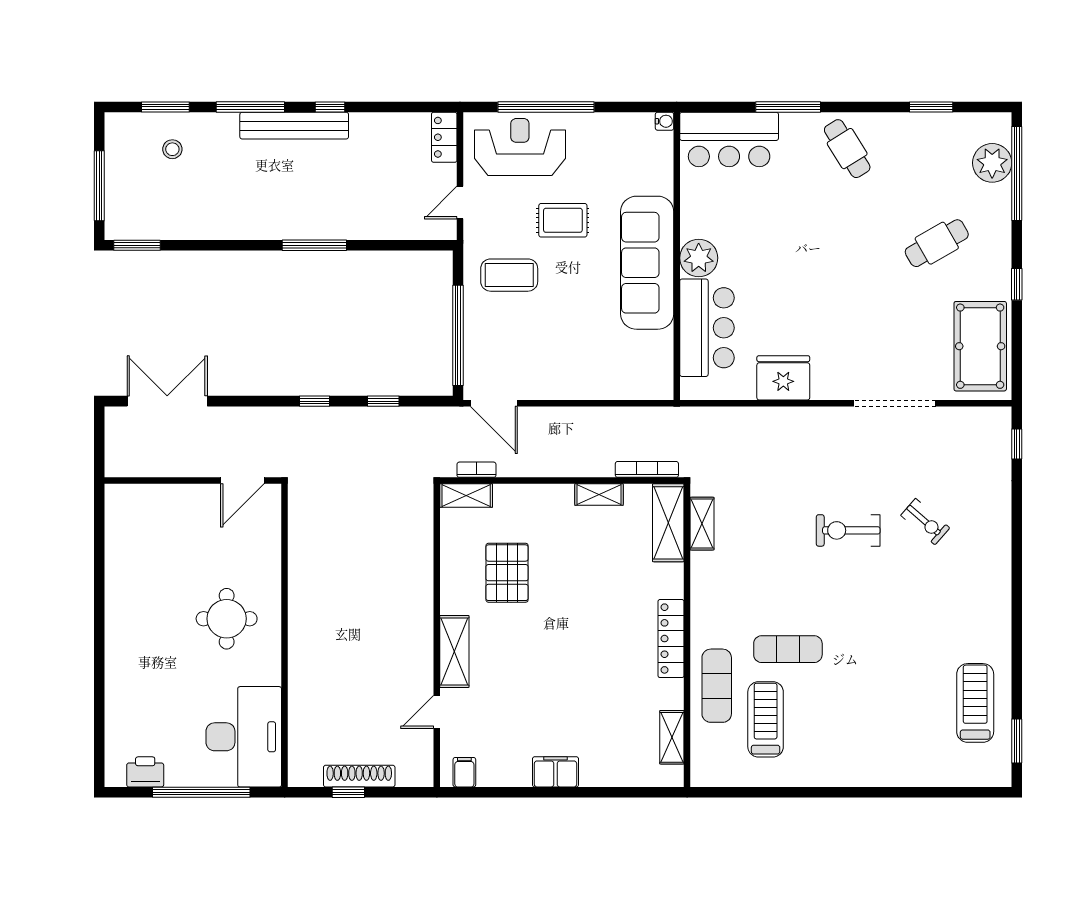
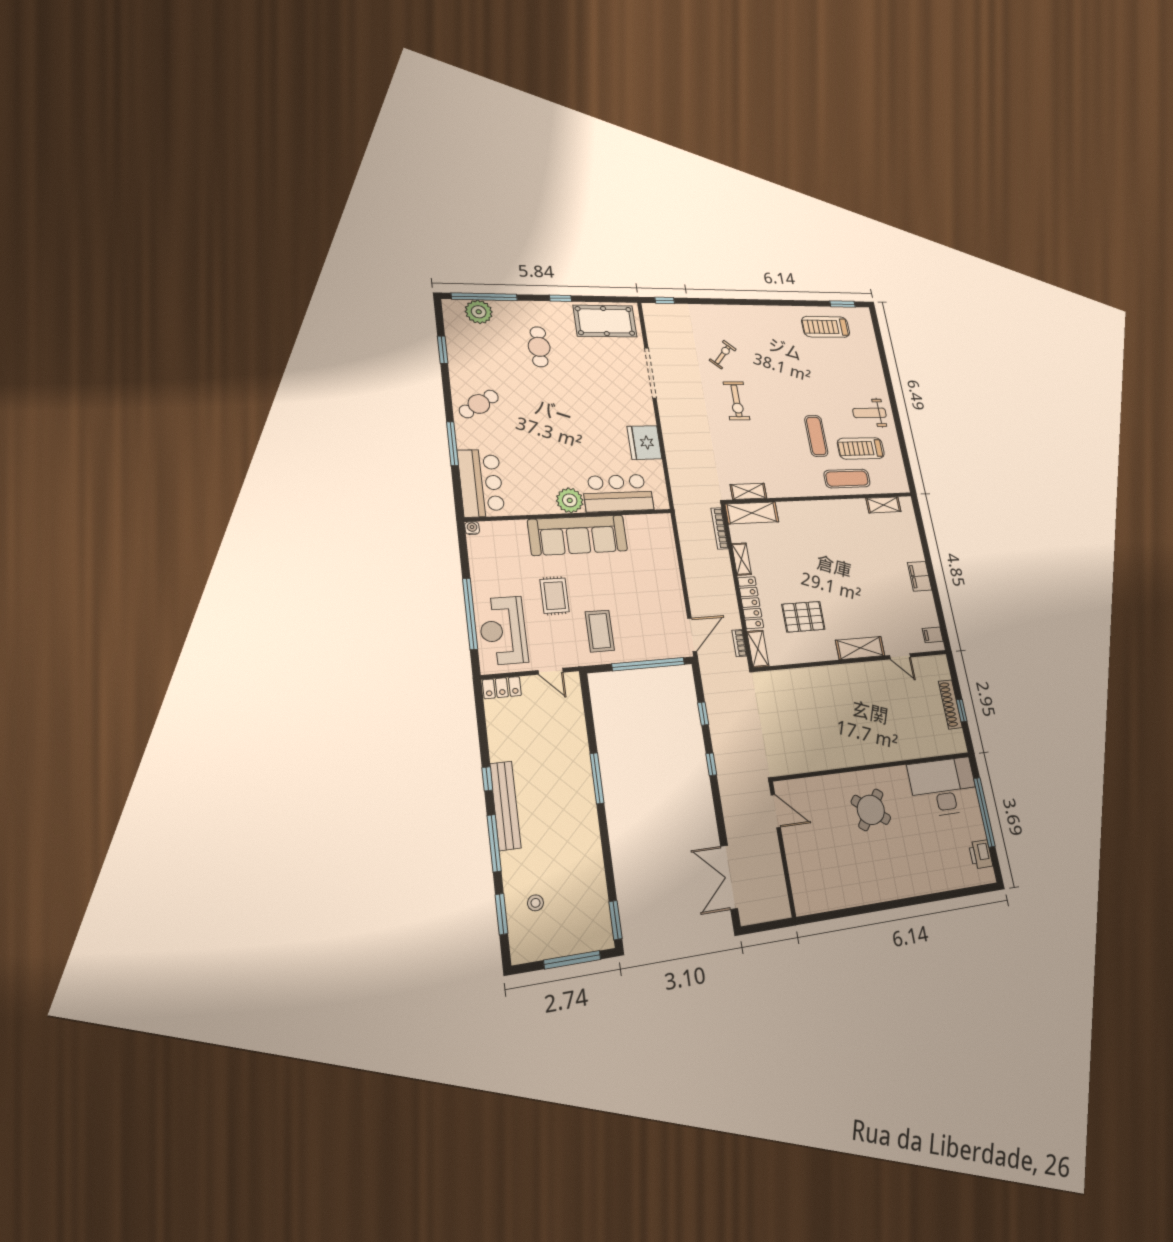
cafe table: (937, 243) -> (539, 347), turned 32
round table: (227, 619) -> (871, 810), turned 37
locker: (671, 639) -> (751, 603), moved, turned -90
weight bench: (825, 747) -> (869, 413), added

